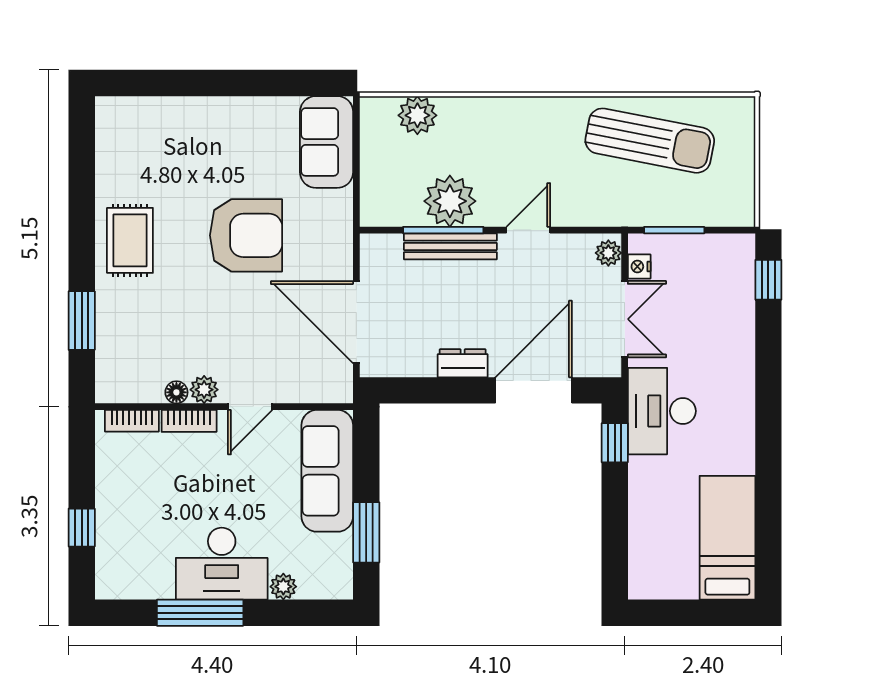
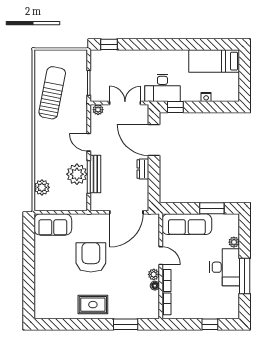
nightstand: (639, 267) -> (206, 97), moved

